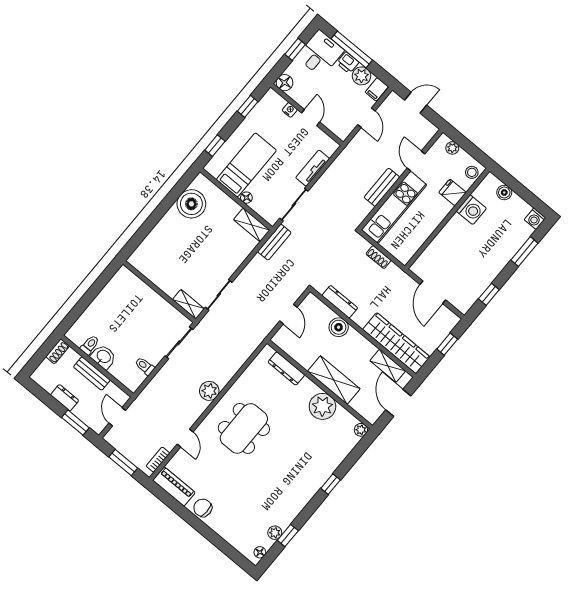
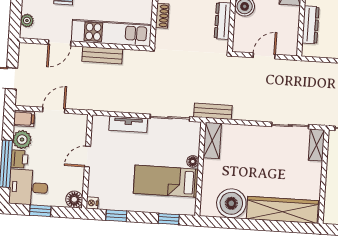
nightstand: (290, 110) -> (92, 203), moved
wardrobe: (157, 240) -> (282, 210), added

